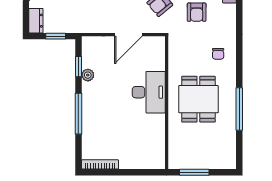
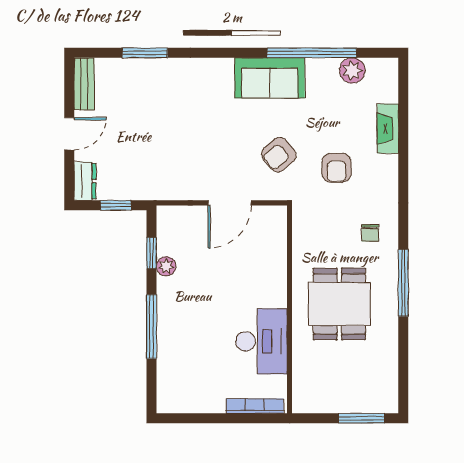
desk: (149, 92) -> (261, 341), moved
window: (239, 109) -> (403, 283), moved
bookcase: (100, 164) -> (255, 406), moved
window: (194, 172) -> (362, 418), moved

